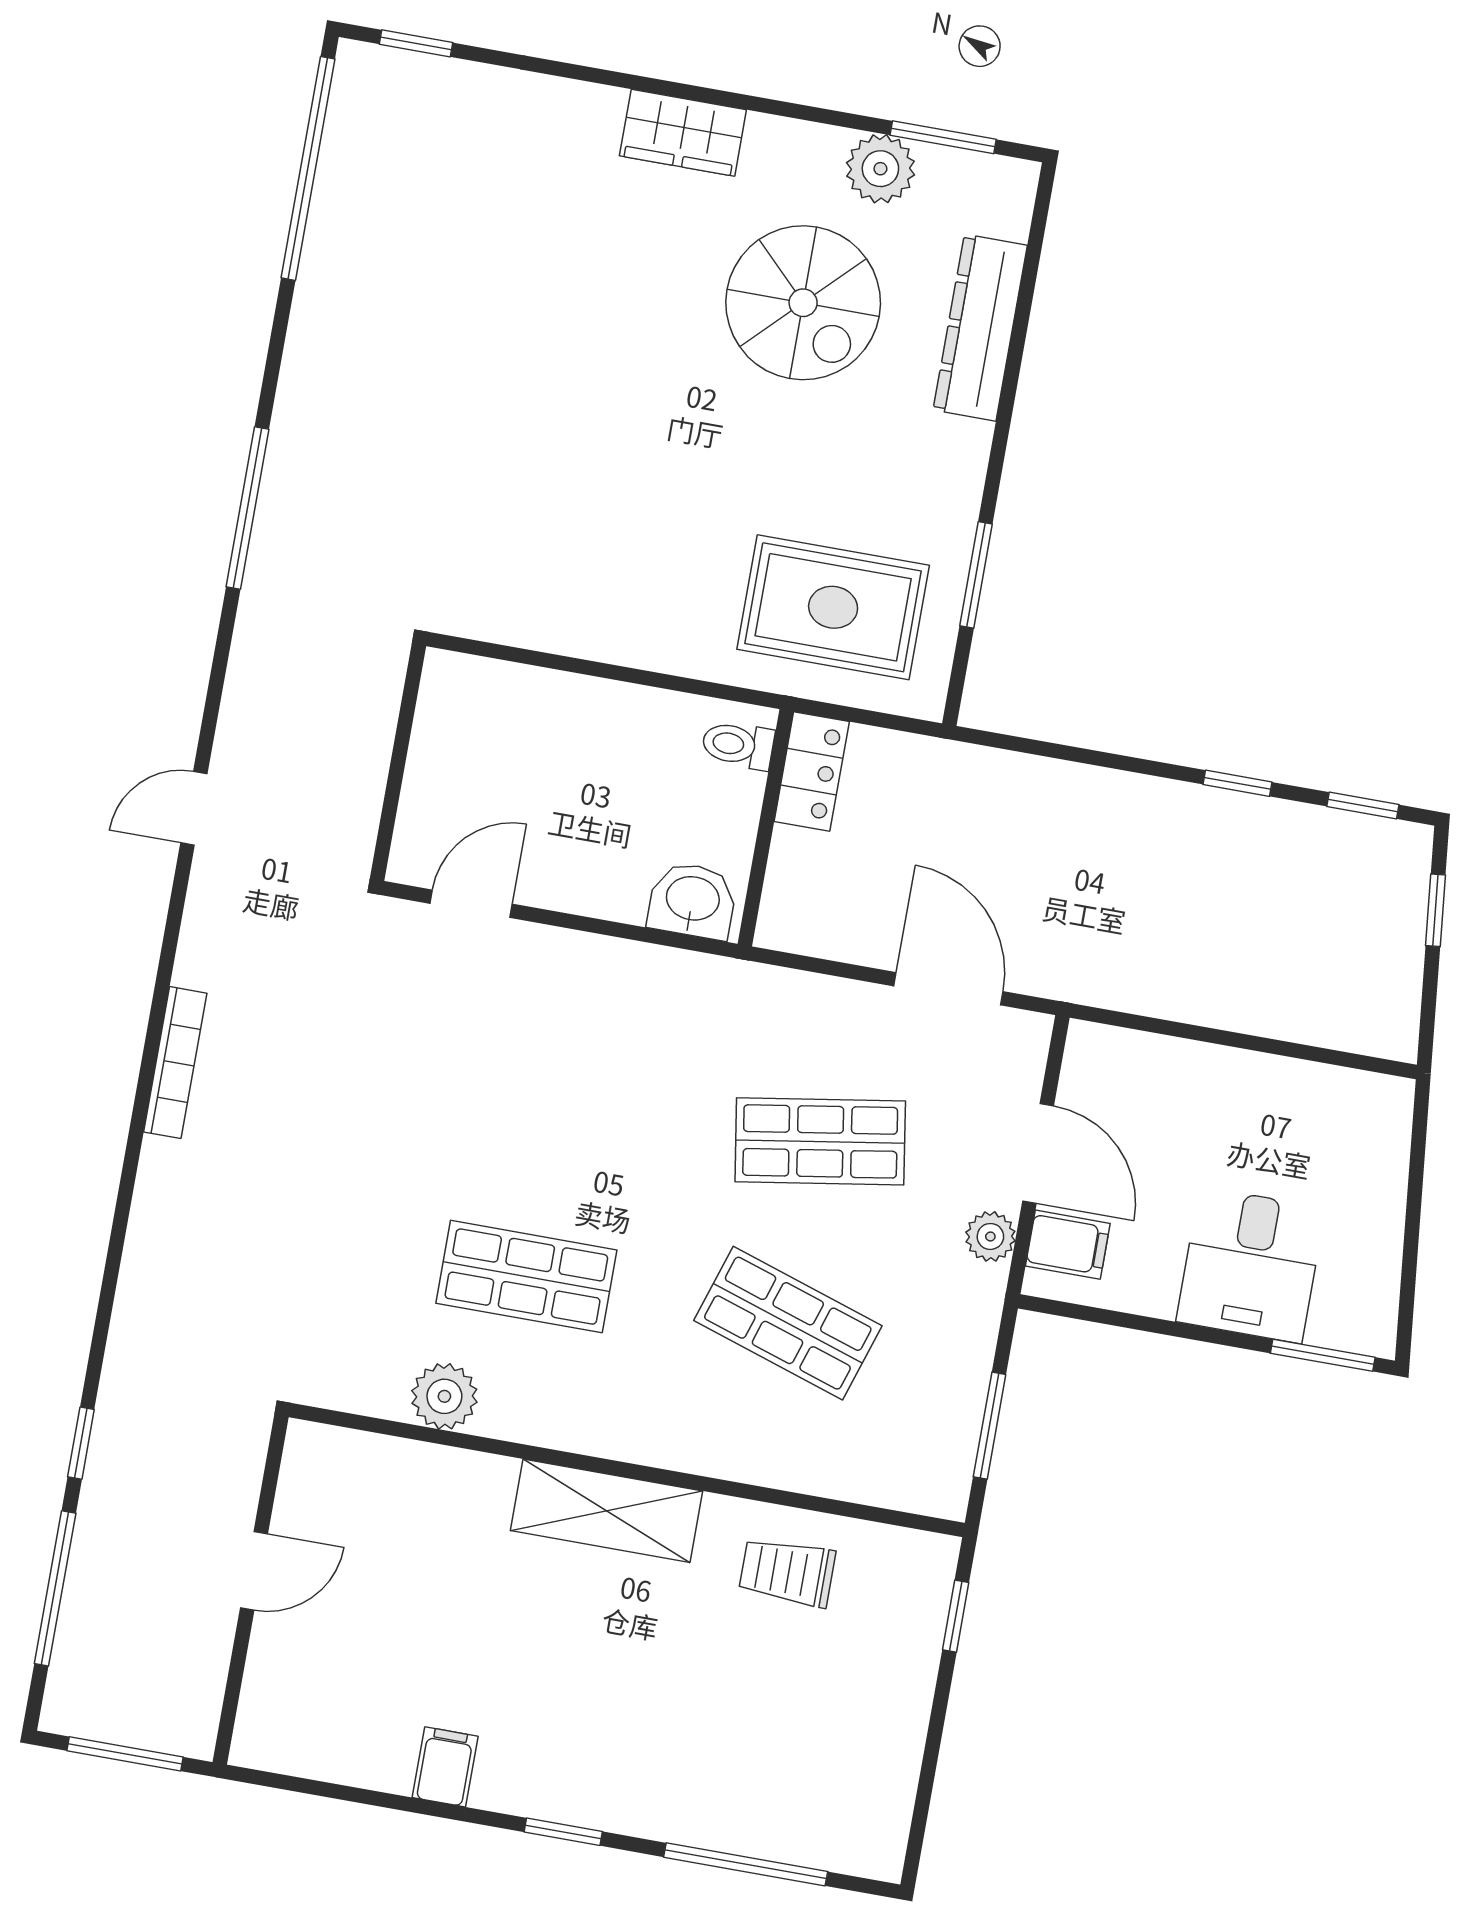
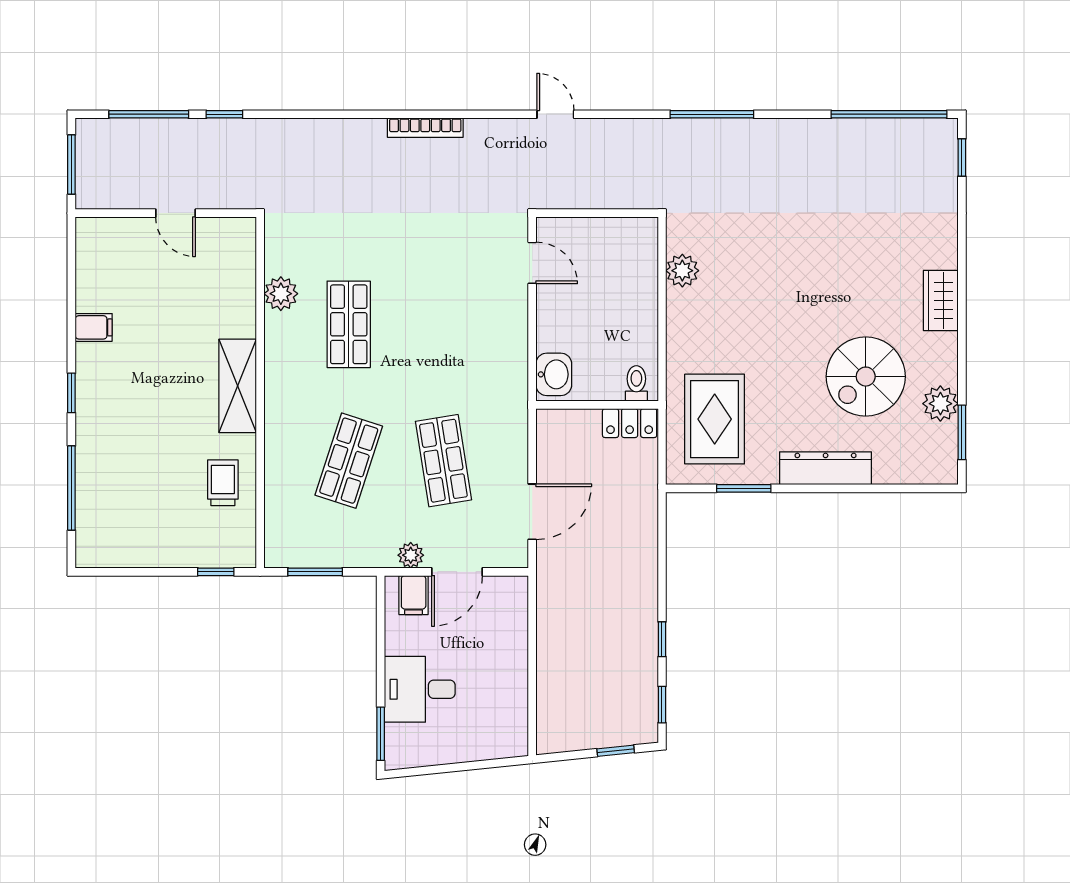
dresser: (980, 328) -> (826, 468), moved
plant: (537, 618) -> (682, 271), added

